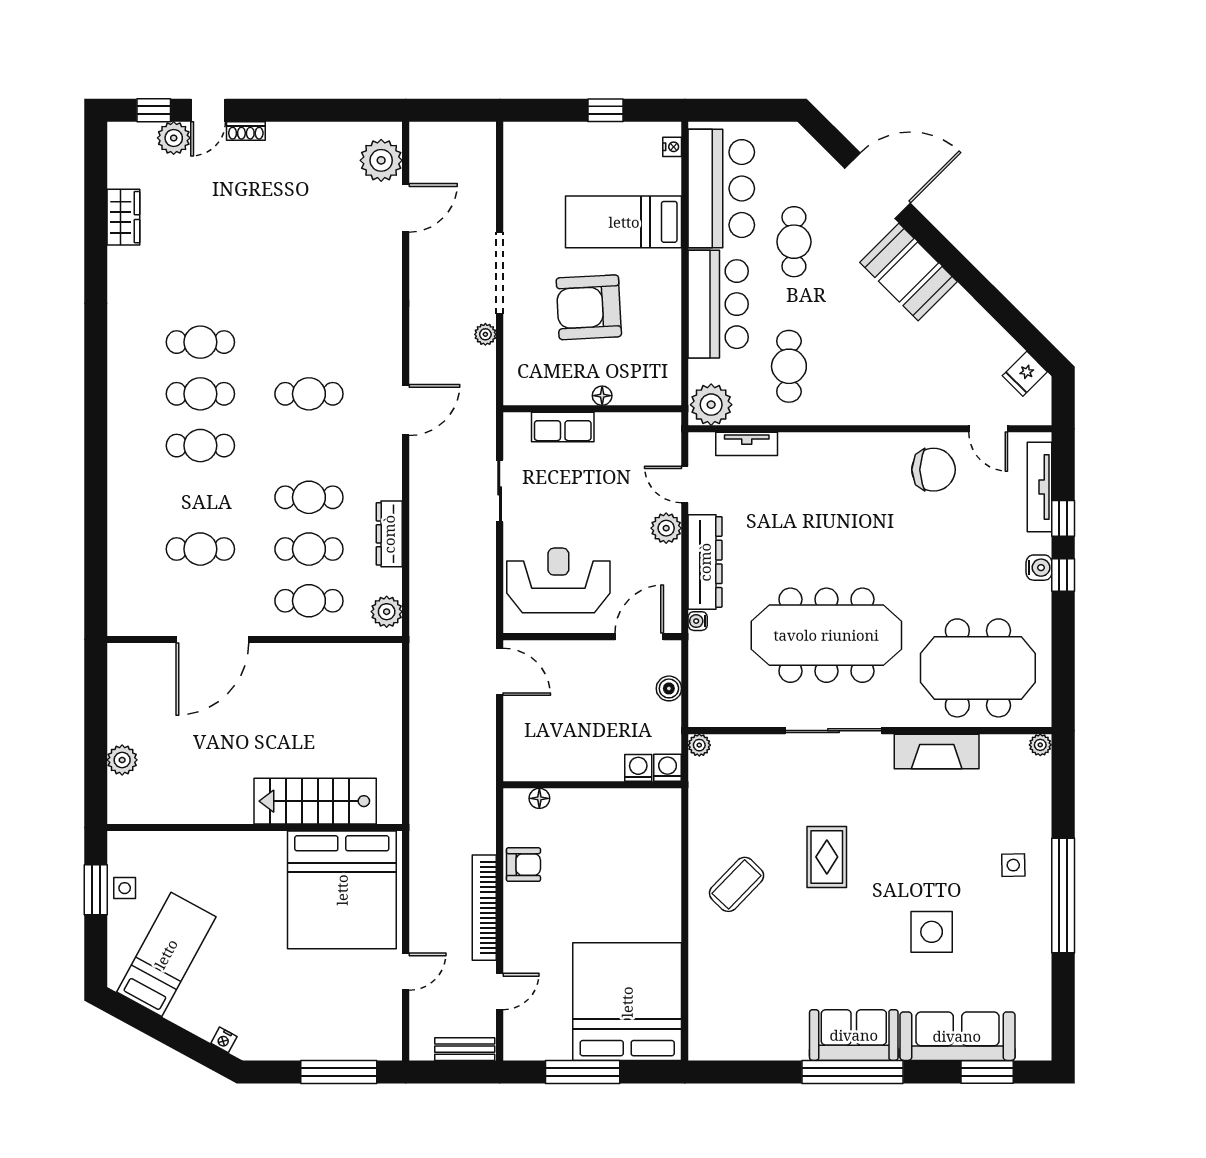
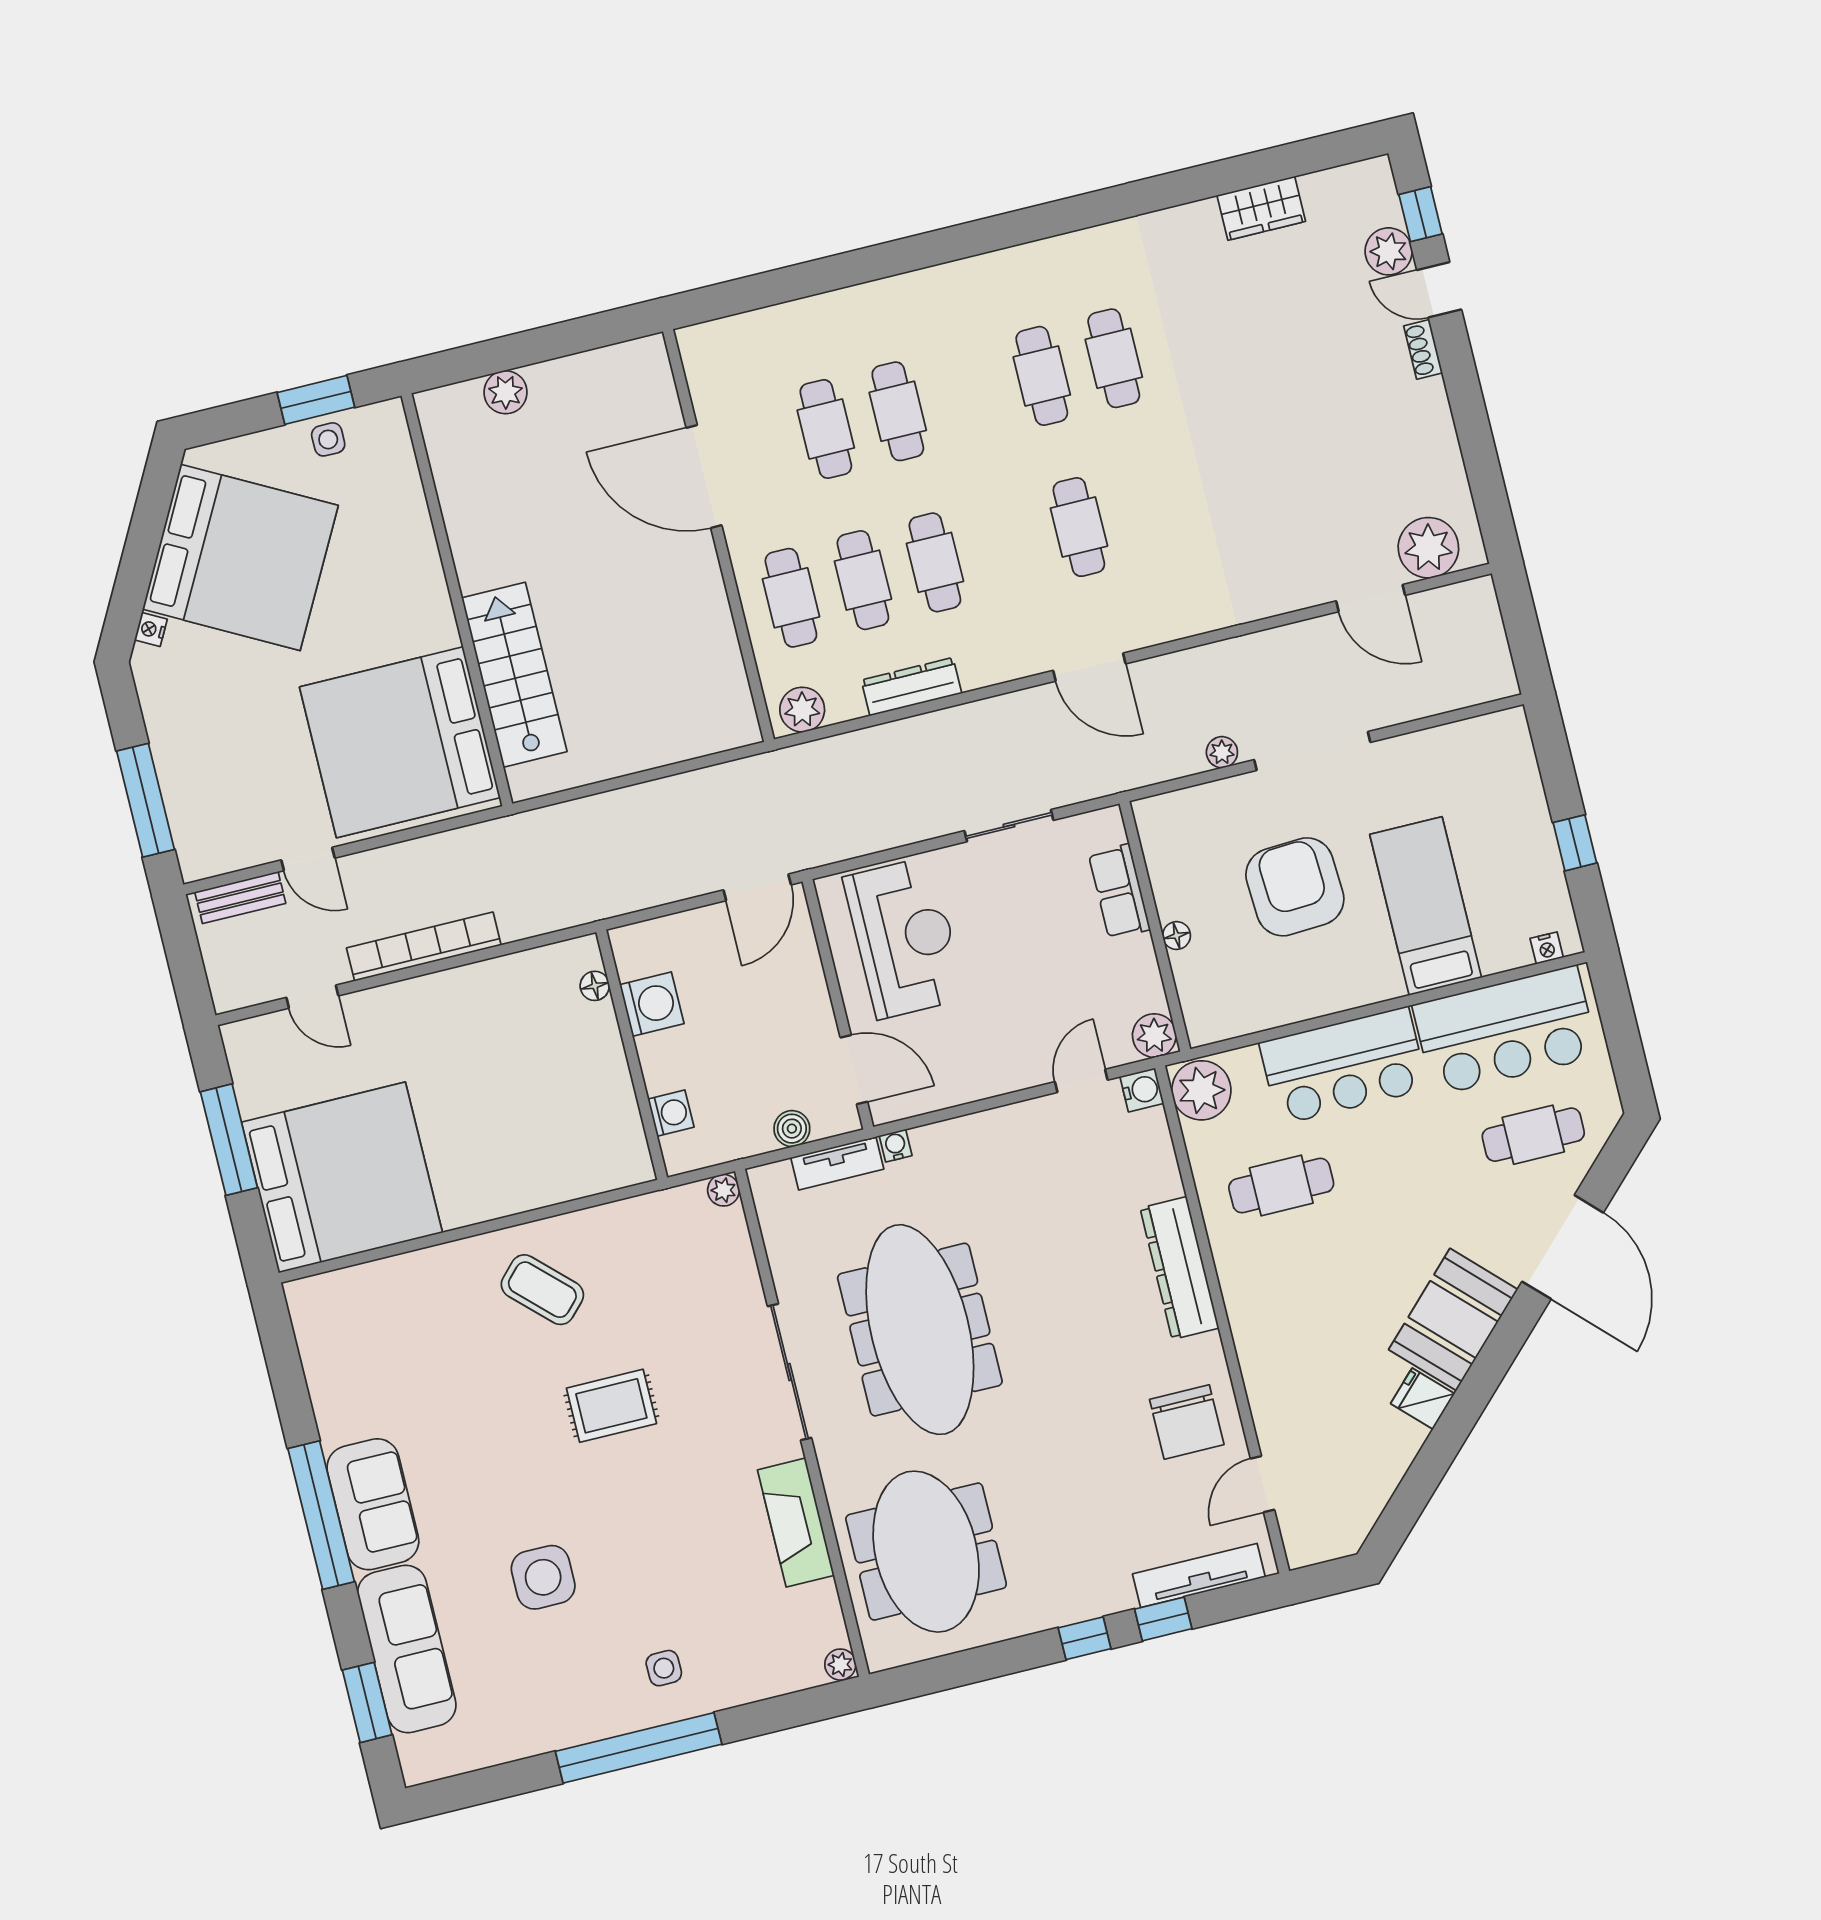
cafe table: (794, 242) -> (1533, 1135), moved
fridge: (1025, 374) -> (1423, 1399), moved
tv unit: (747, 444) -> (837, 1163), moved, turned -90
cafe table: (200, 446) -> (898, 411), moved
plant: (666, 528) -> (1154, 1036), moved
dresser: (705, 562) -> (1180, 1268), moved, turned 90
water cooler: (1039, 568) -> (1142, 1090), moved, turned -90
washing machine: (668, 768) -> (652, 1004), moved, width x1.38, depth x1.38
armchair: (523, 865) -> (497, 986), removed
bed: (166, 954) -> (240, 557), width x2.04
bench: (465, 1049) -> (240, 898), moved, turned 90

